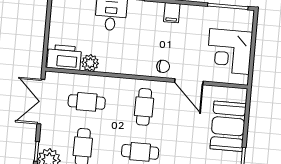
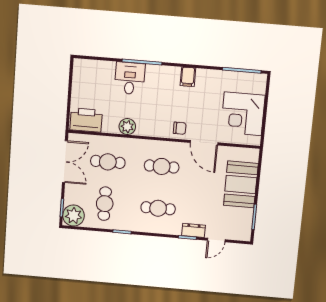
plant: (90, 63) -> (127, 127), moved
double door: (41, 102) -> (65, 162), swing flipped
cafe table: (144, 107) -> (162, 166), turned 90

